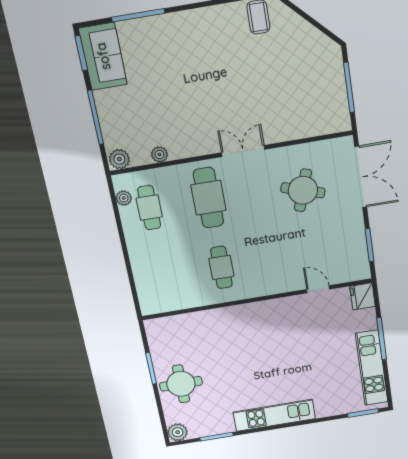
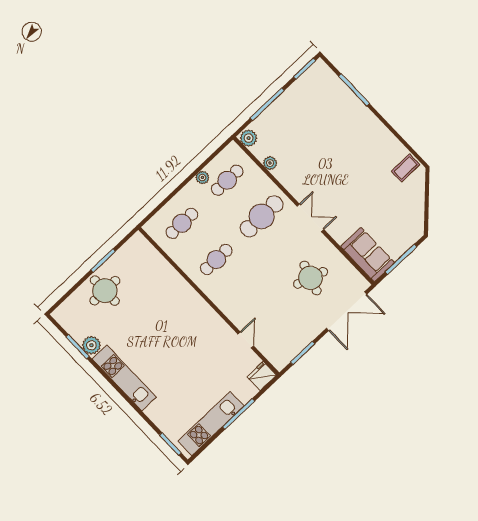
sofa: (103, 56) -> (368, 255), moved, turned -90
plant: (124, 198) -> (202, 178), moved
cafe table: (164, 277) -> (182, 223), added
plant: (178, 432) -> (91, 345), moved

